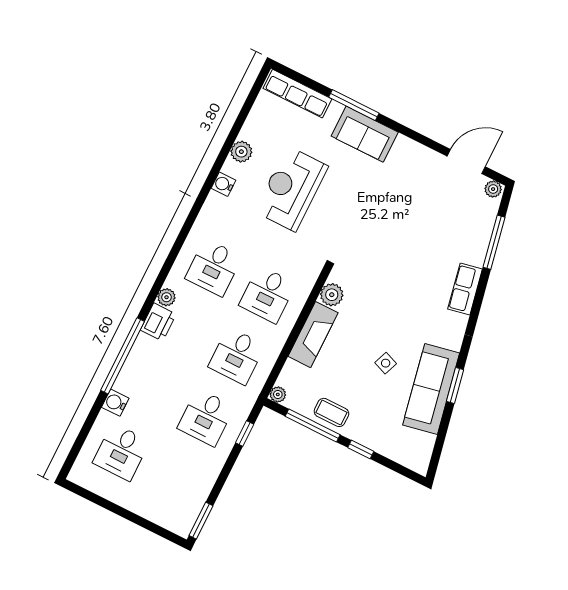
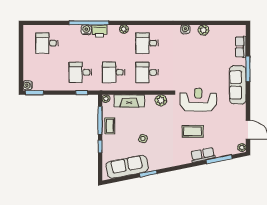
row of seats: (297, 94) -> (241, 47), width x0.68
sofa: (365, 134) -> (238, 85), width x1.36
reception desk: (291, 189) -> (198, 100), moved
coffee table: (418, 265) -> (193, 131), added
row of seats: (465, 289) -> (203, 155), moved
printer: (158, 322) -> (100, 31), moved
fireplace: (313, 335) -> (129, 101), moved
sofa: (431, 389) -> (127, 167), moved
water cooler: (115, 403) -> (86, 30), moved
water cooler: (181, 526) -> (28, 85), added

